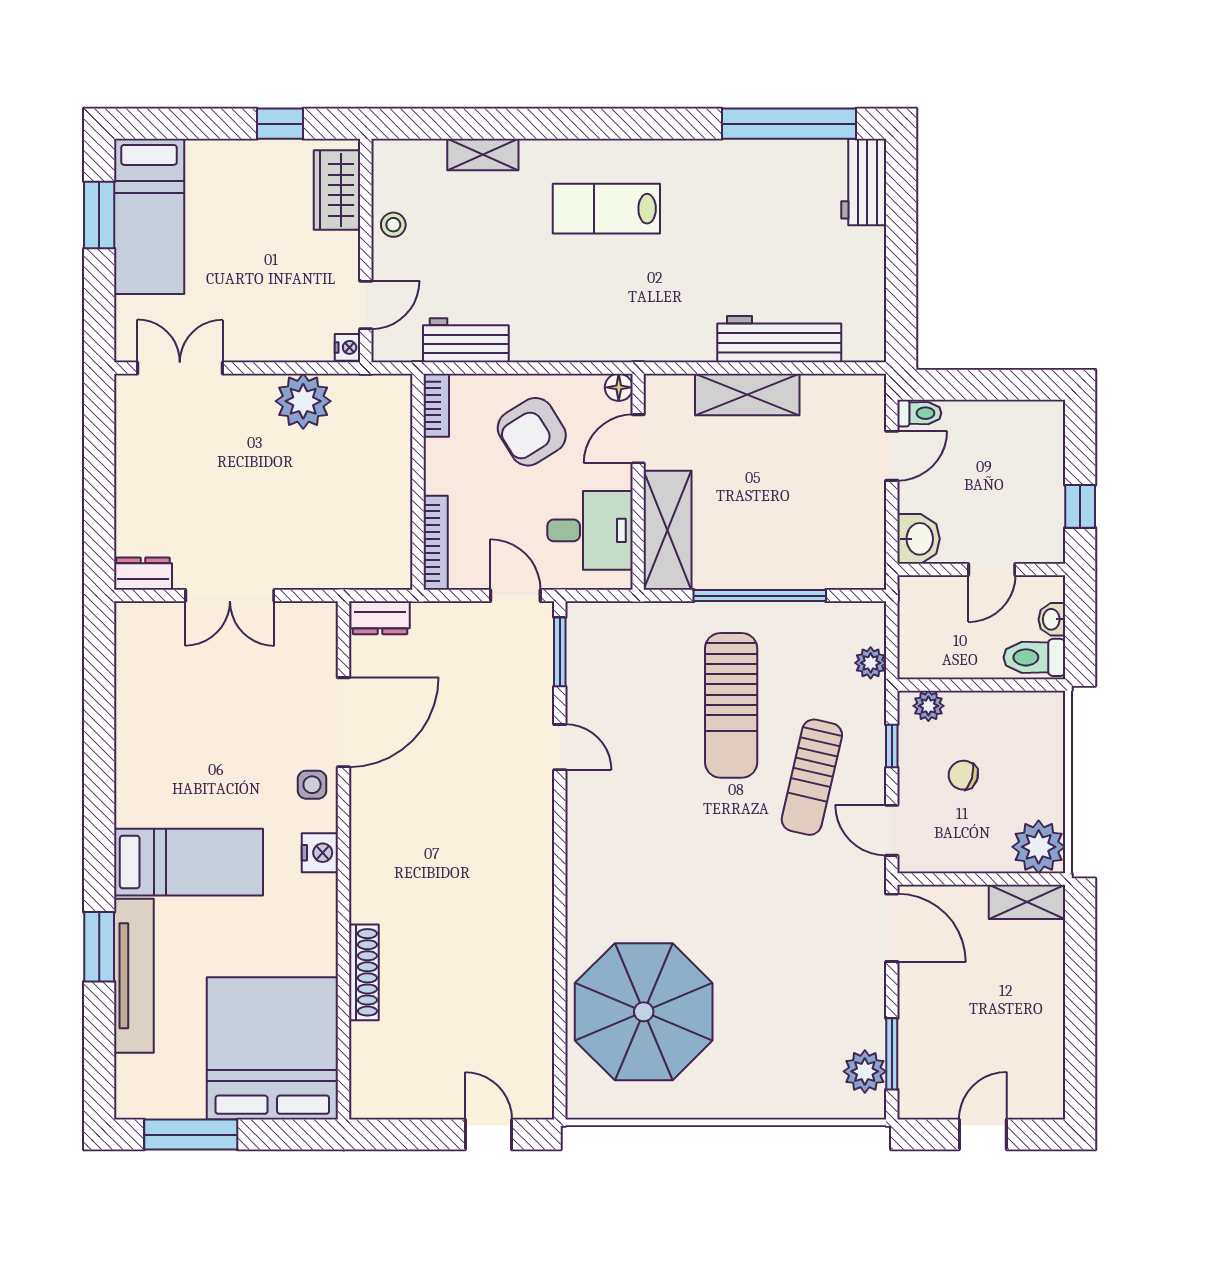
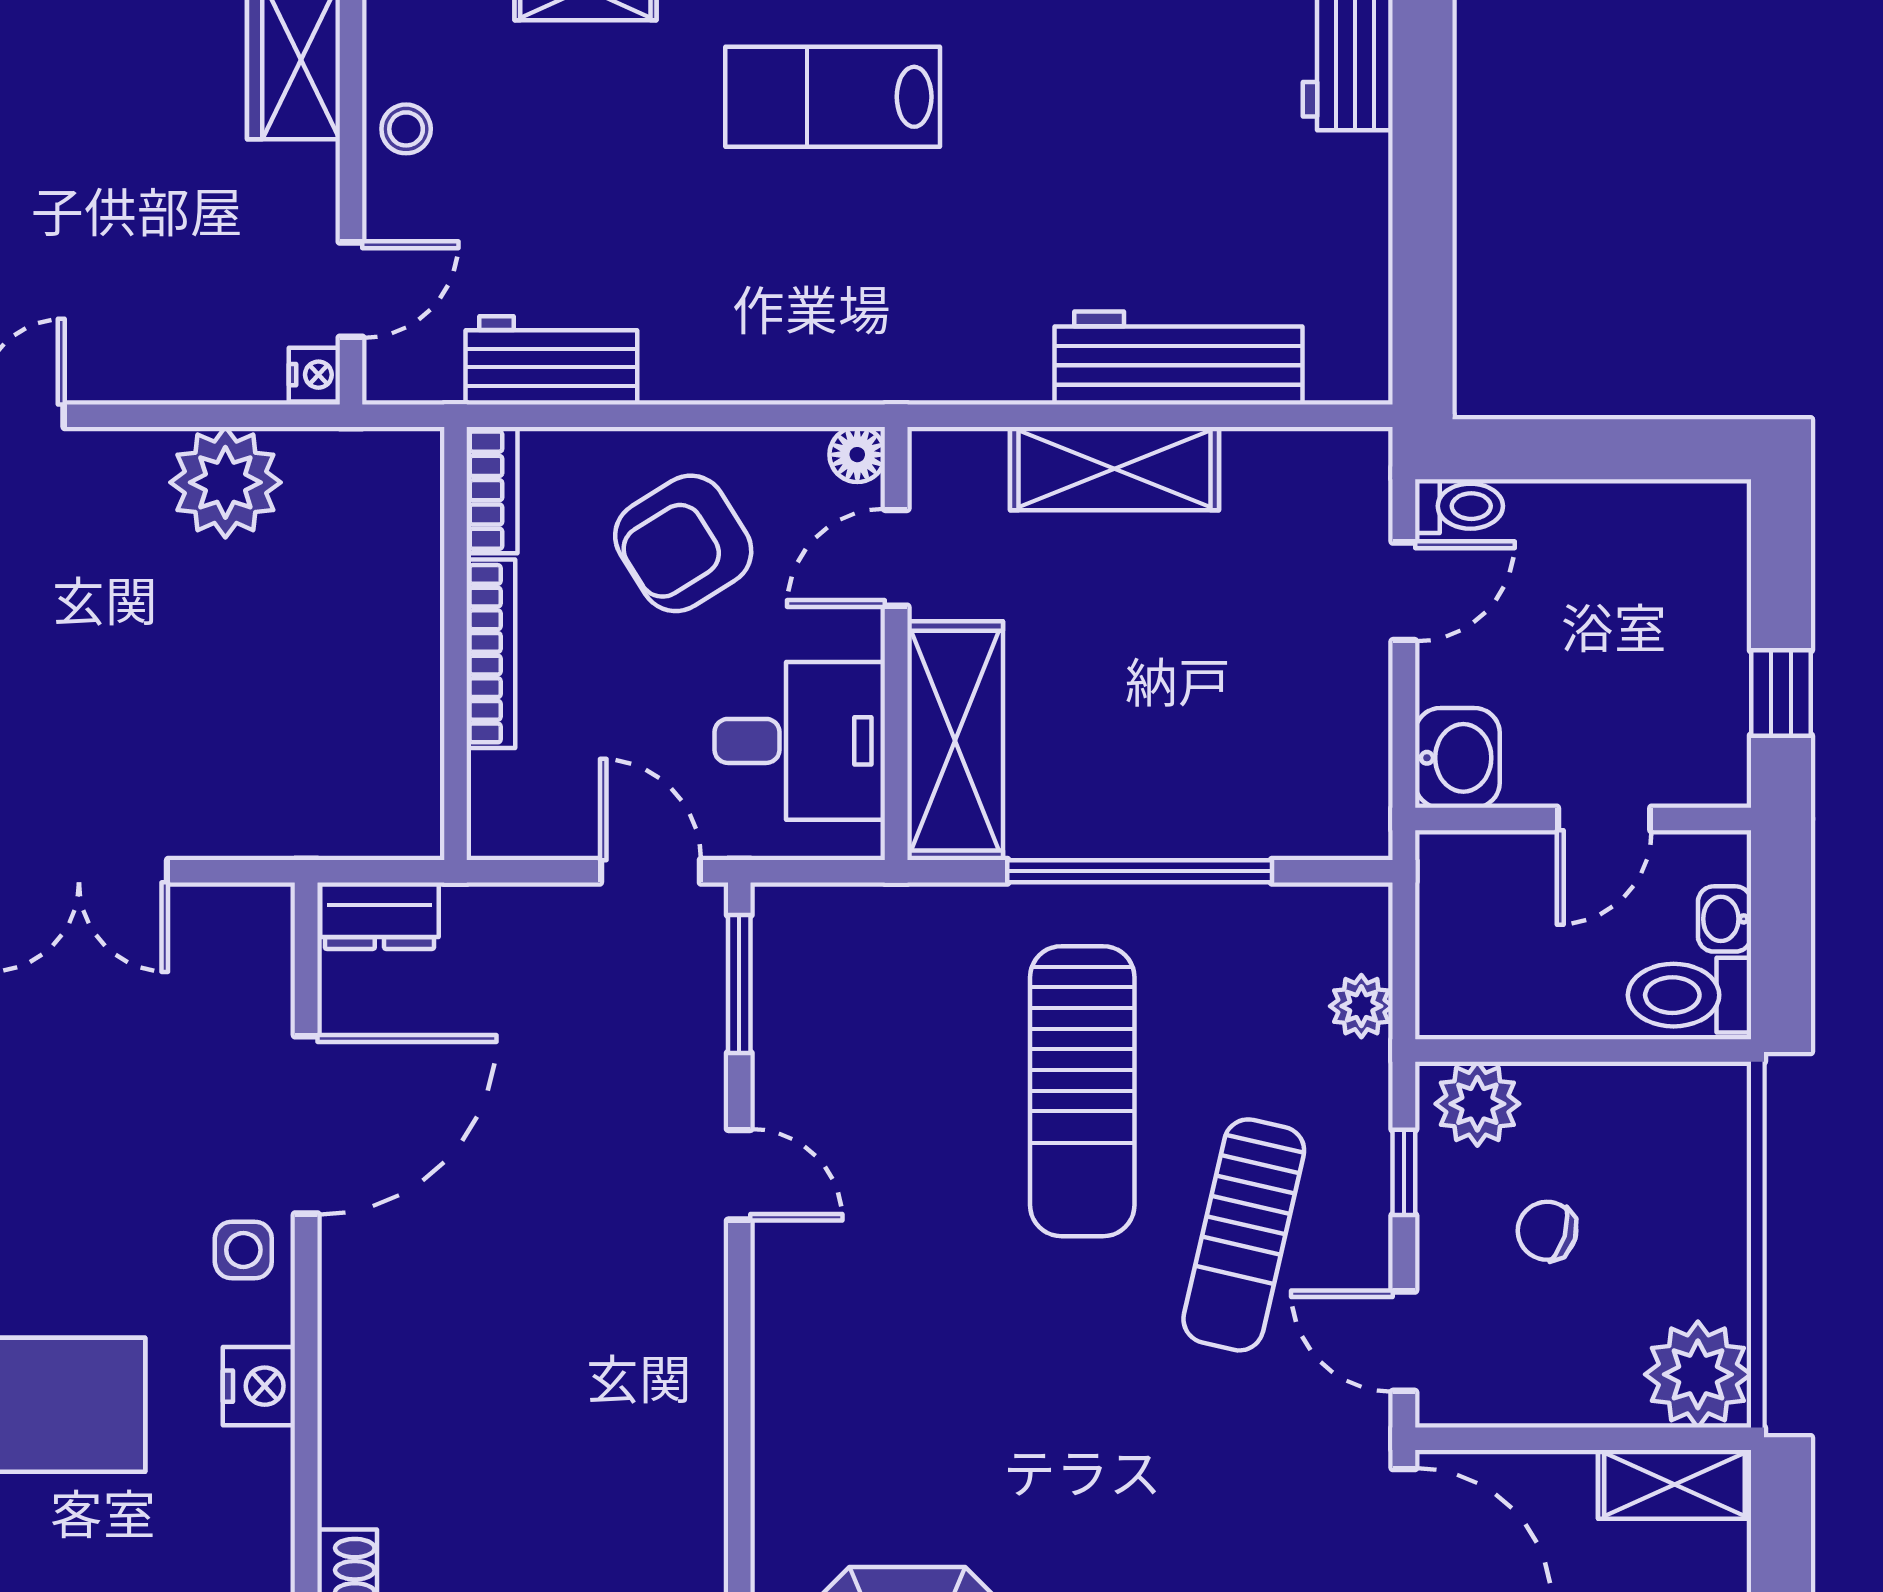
bookcase: (436, 543) -> (491, 654), moved
plant: (928, 706) -> (1477, 1104), width x1.38, depth x1.38

